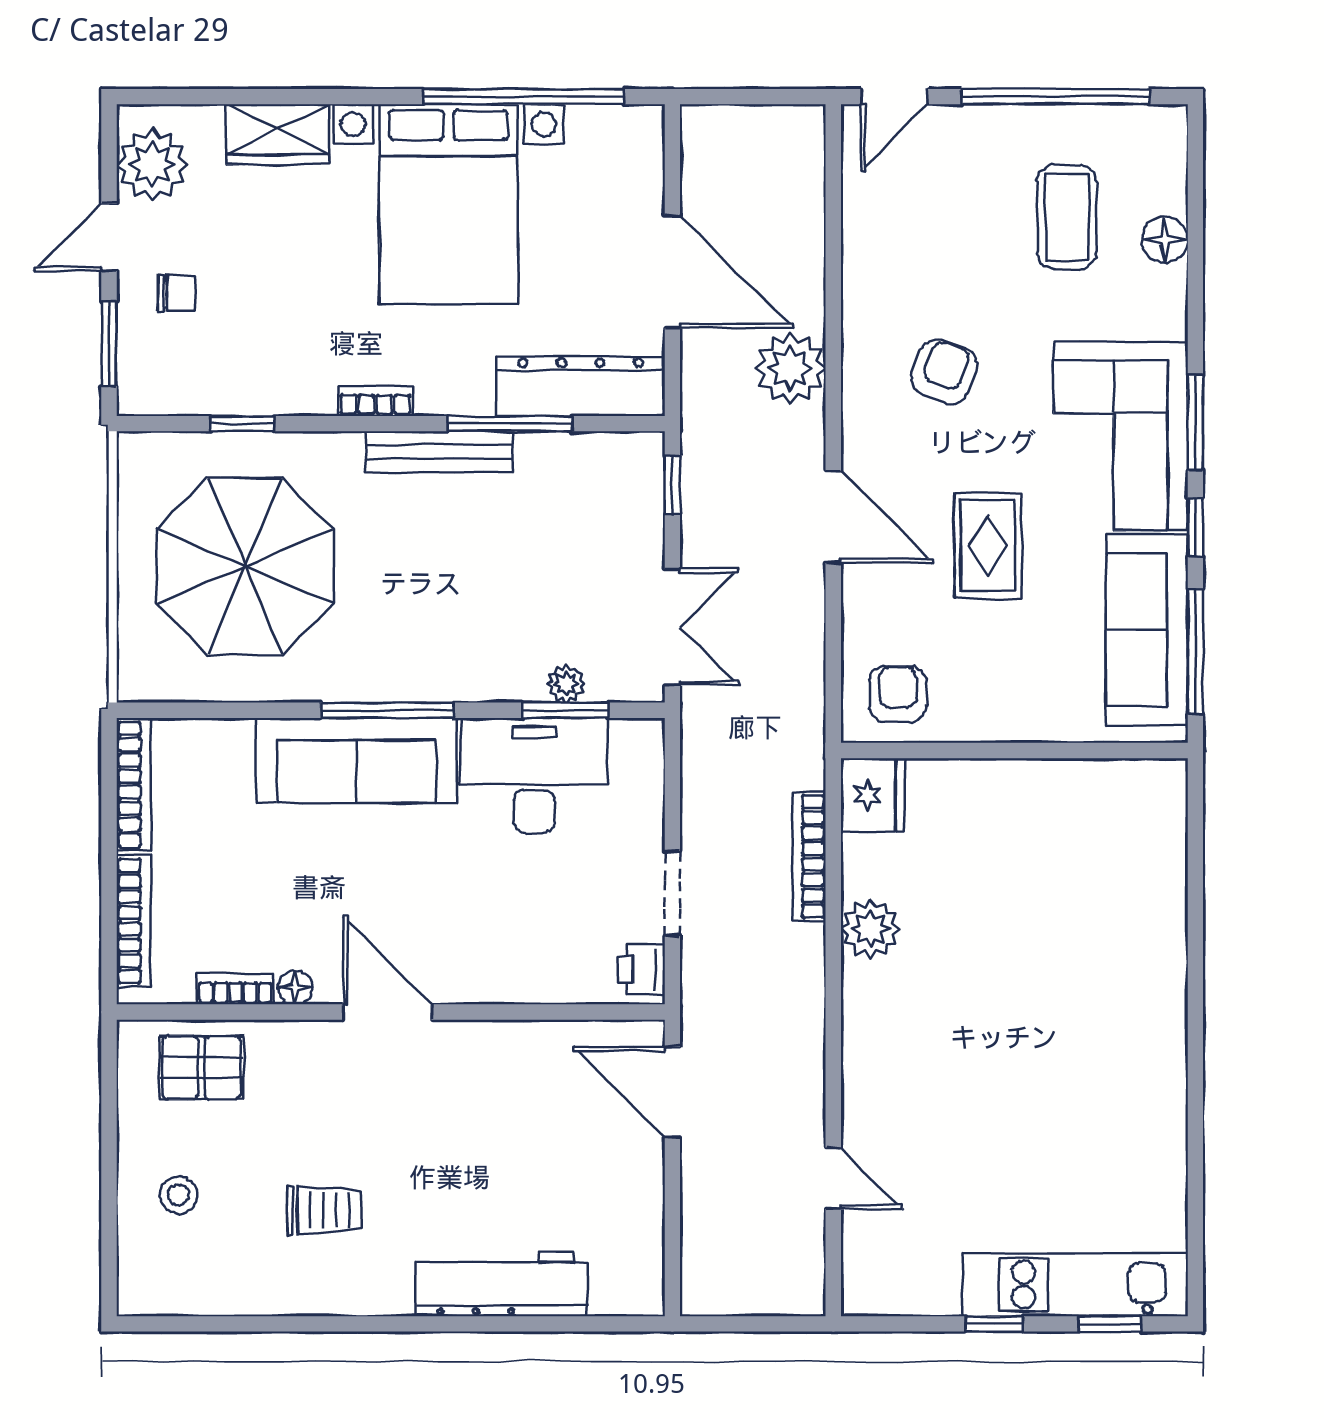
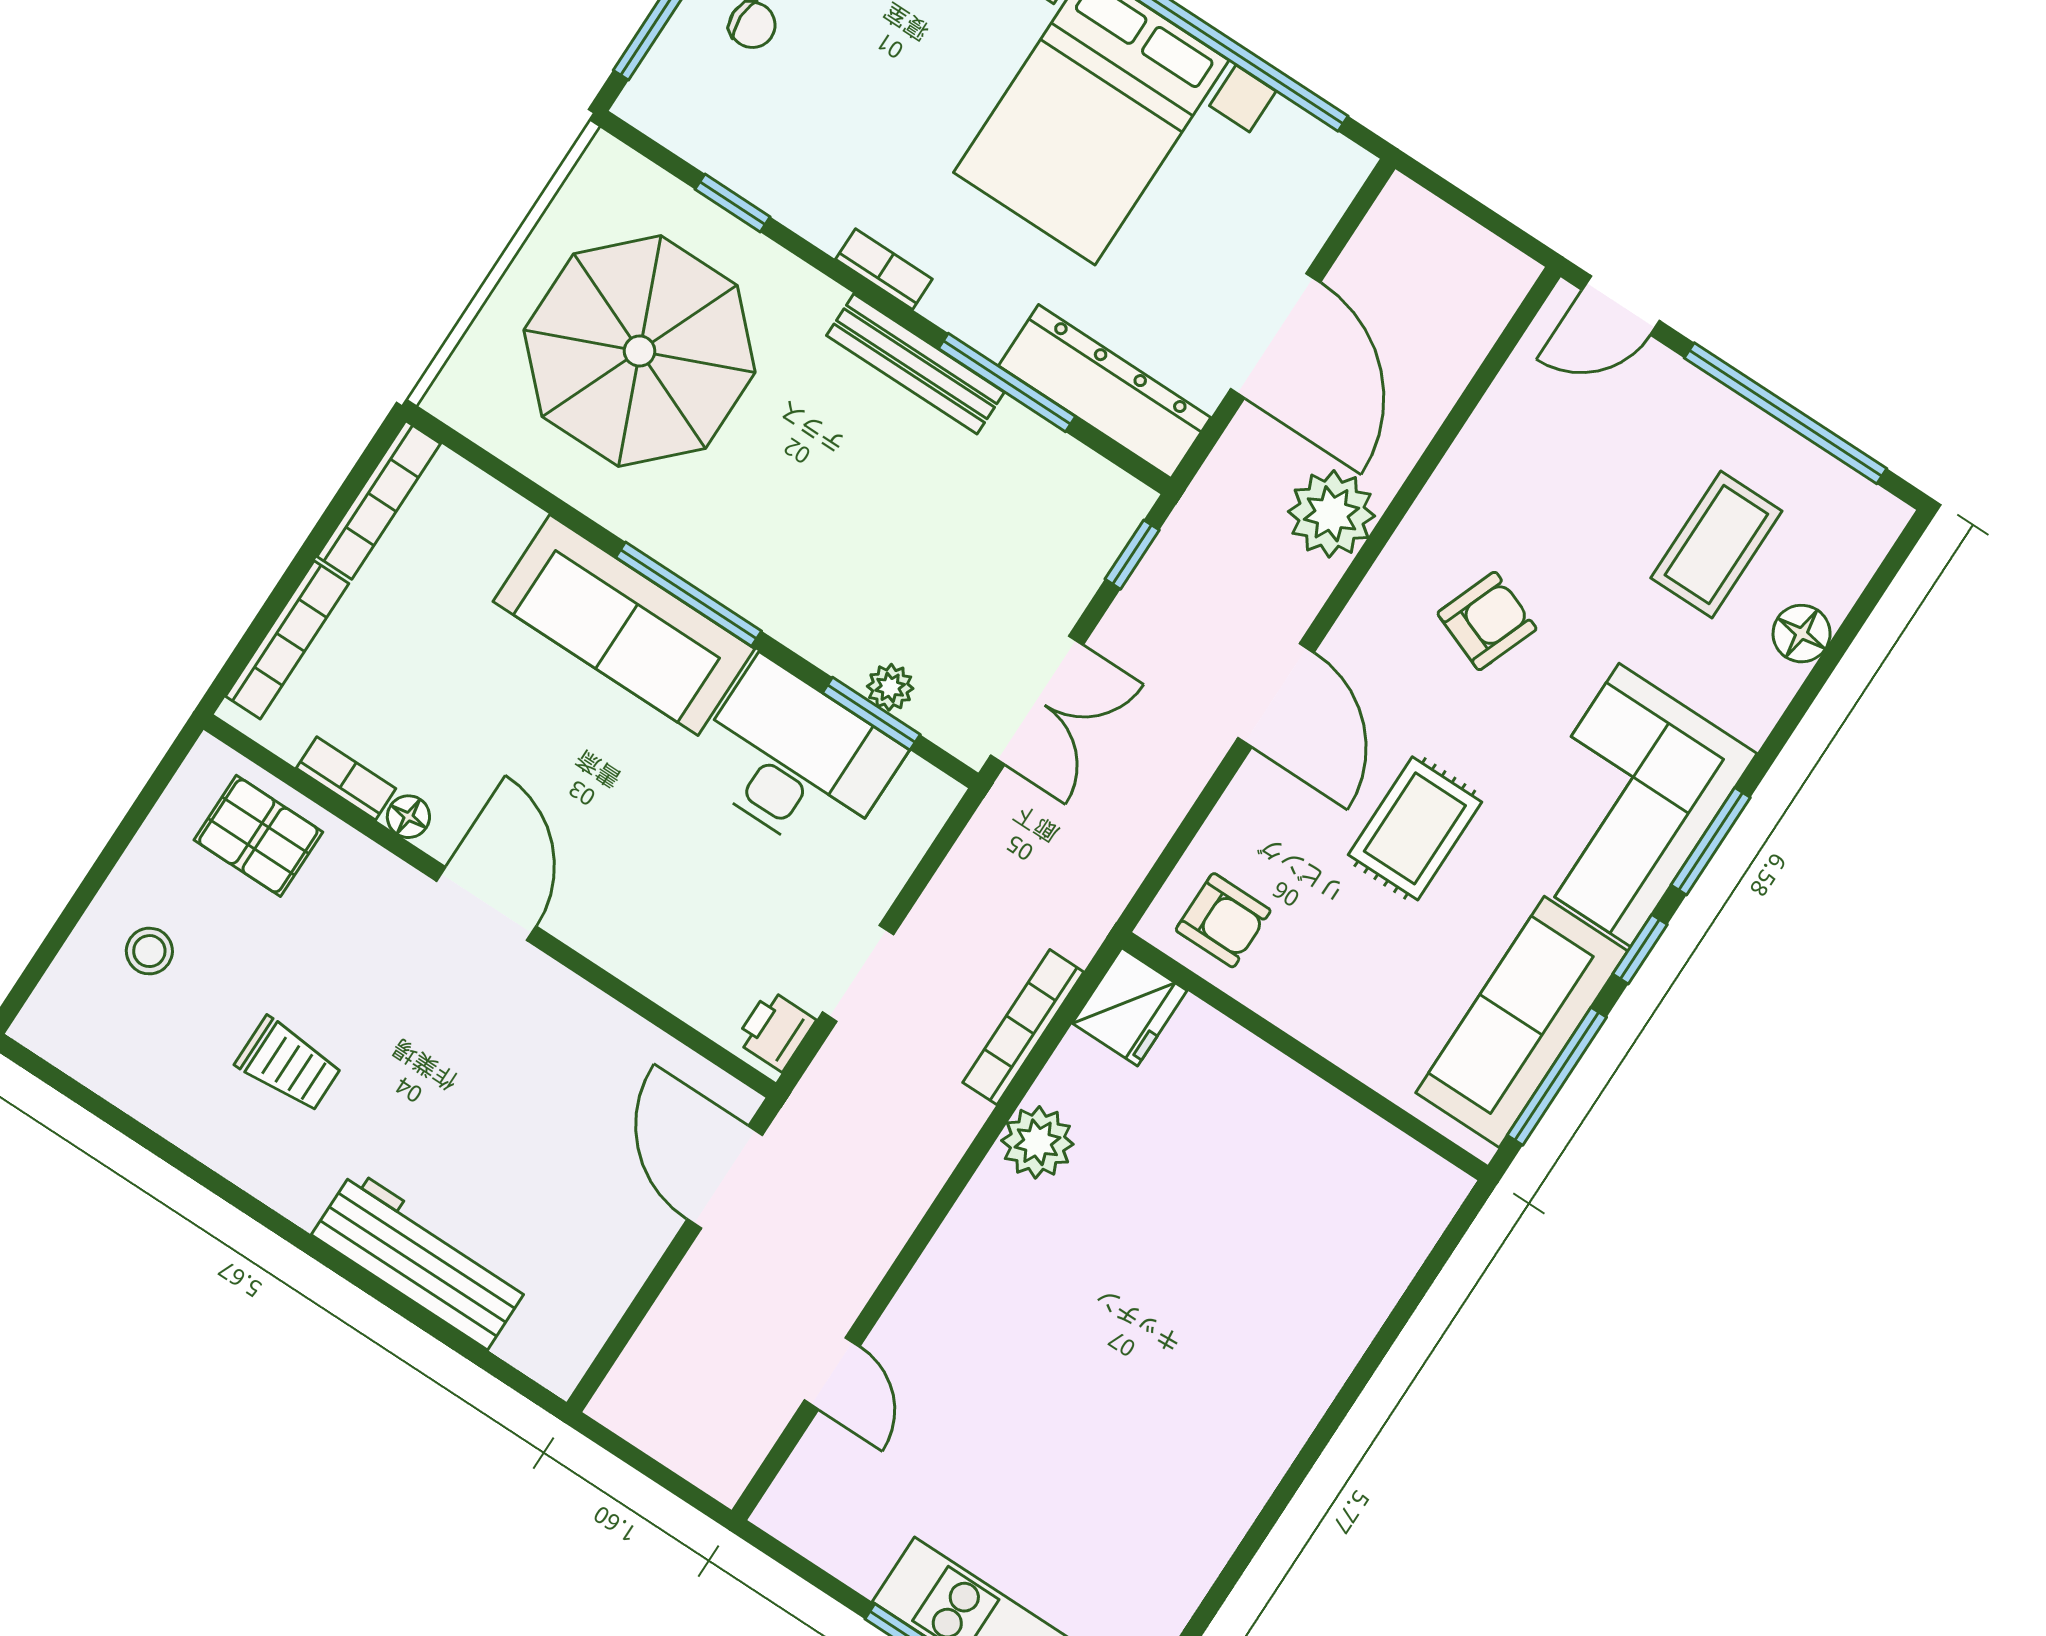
armchair: (898, 694) -> (1223, 920), turned 90

